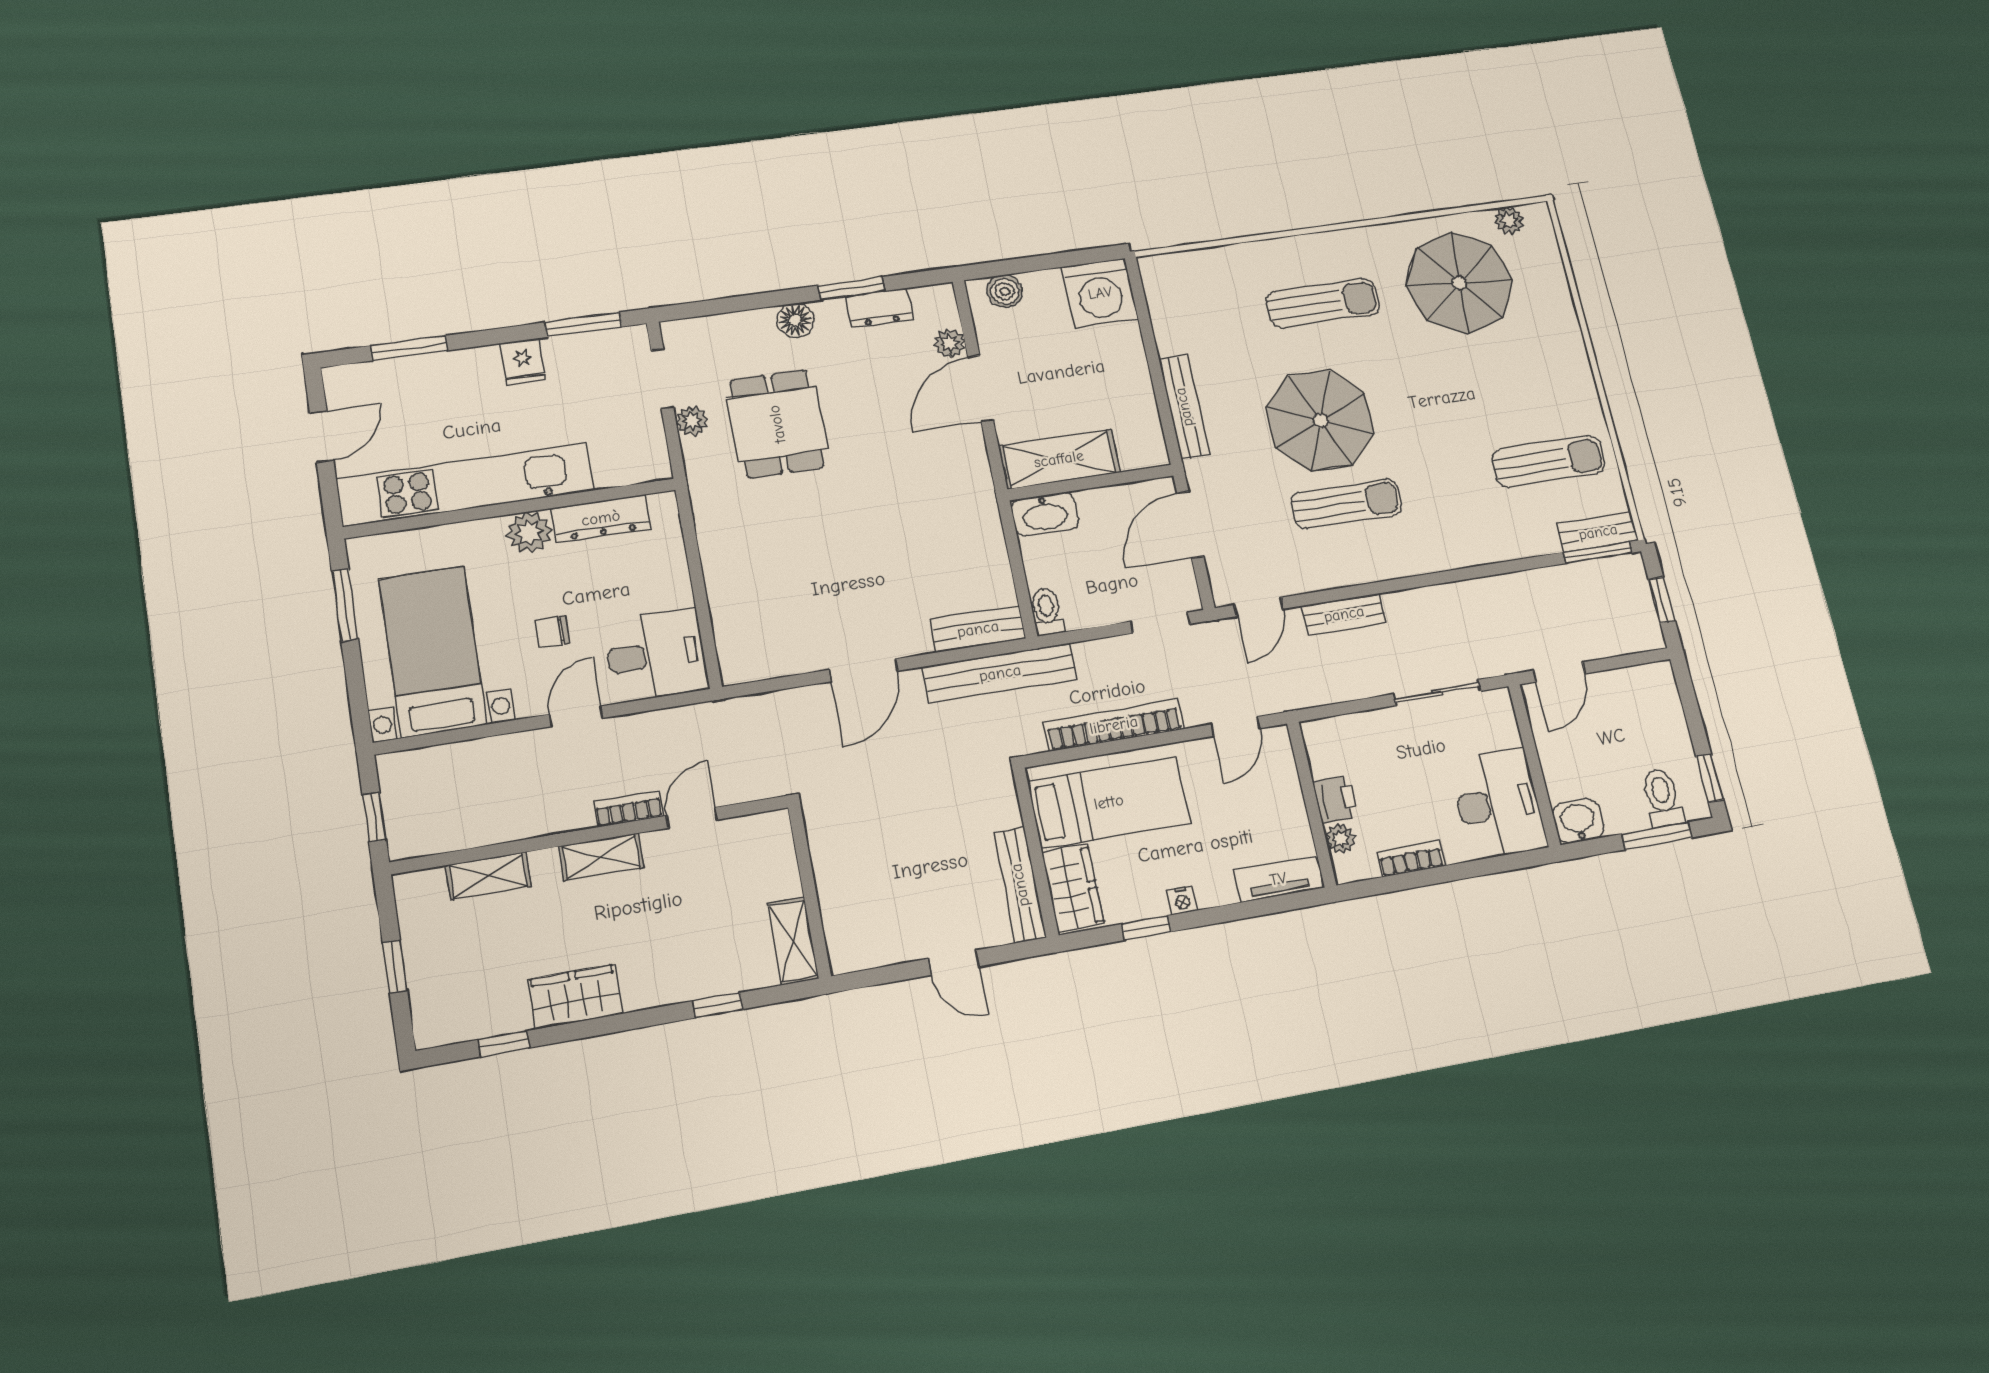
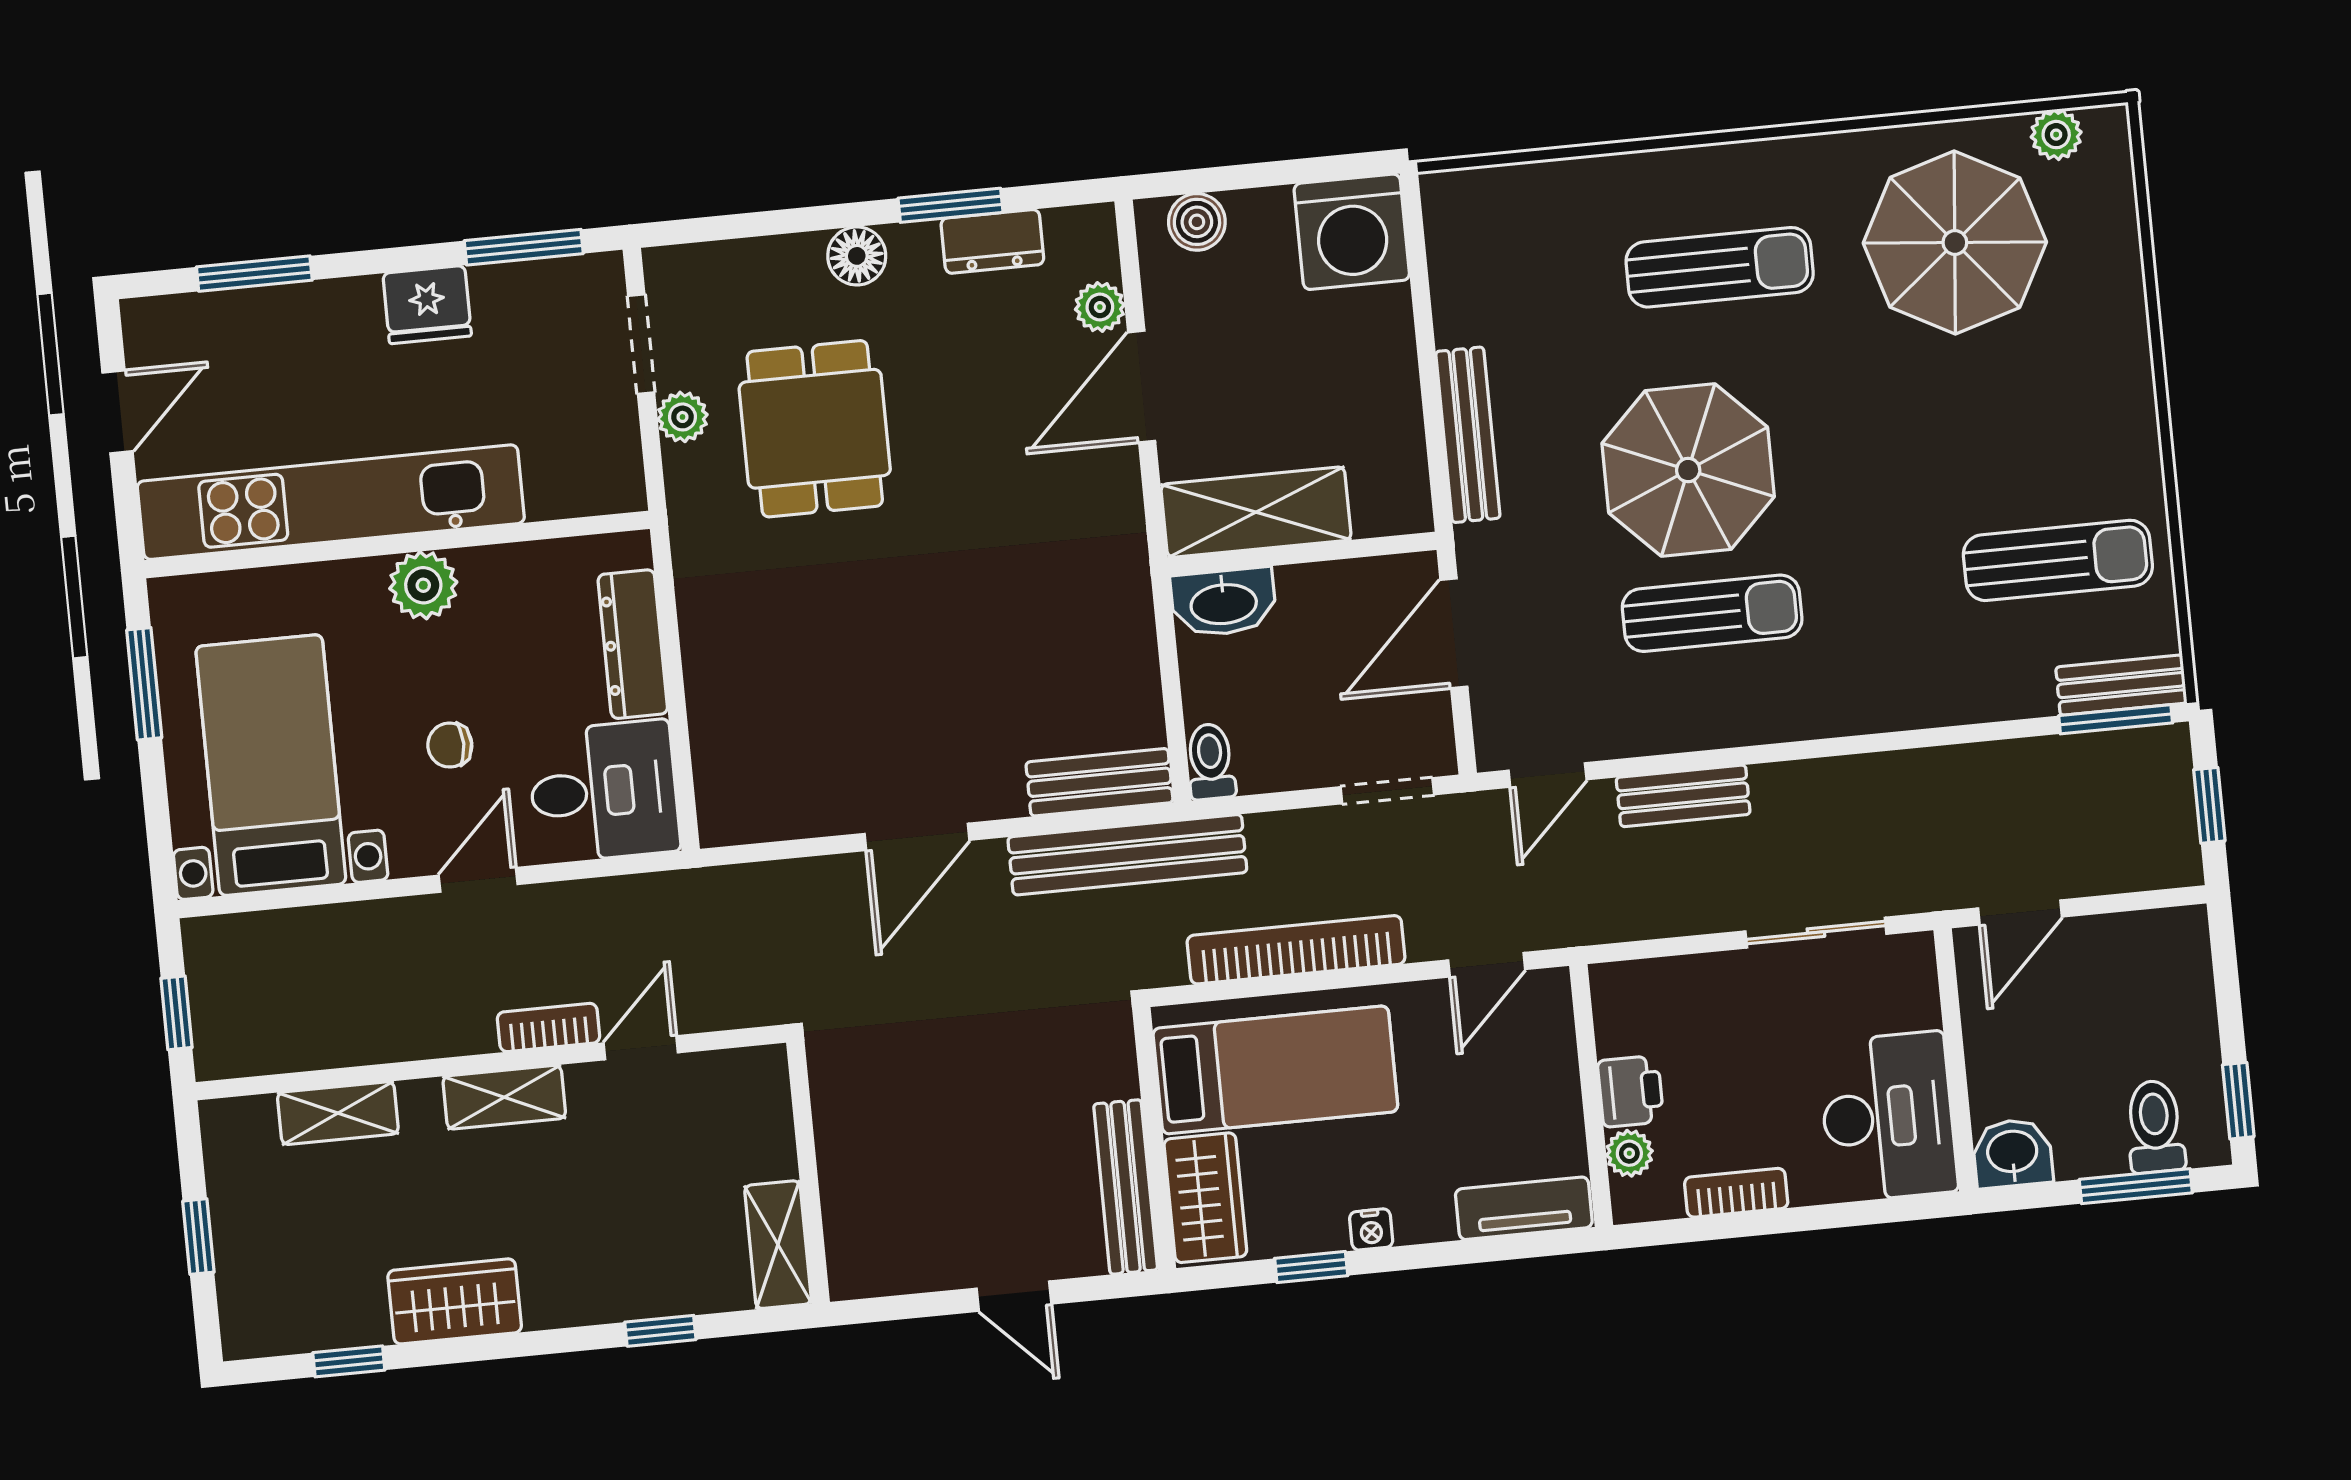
fridge: (523, 362) -> (427, 305), width x1.38
dresser: (601, 518) -> (633, 644), moved, turned 90

